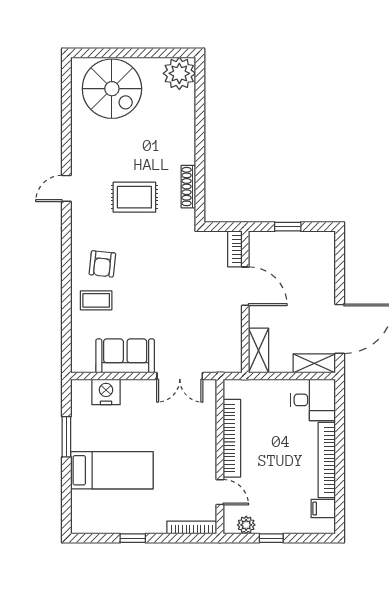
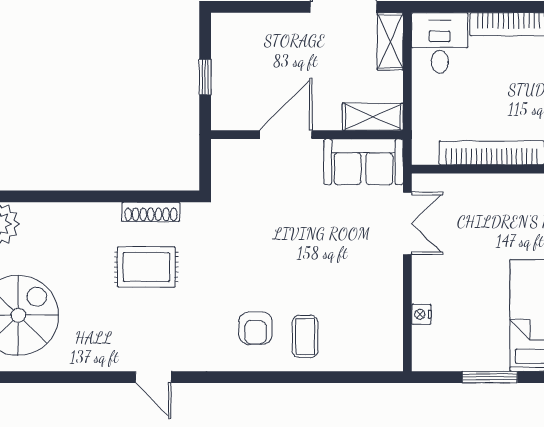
rug: (134, 197) -> (146, 267), moved, turned 90
bookcase: (235, 249) -> (235, 149), removed
armchair: (102, 264) -> (256, 328), turned 84
sofa: (125, 356) -> (363, 162), moved, turned -90
nightstand: (106, 392) -> (421, 314), width x0.53, depth x0.56

